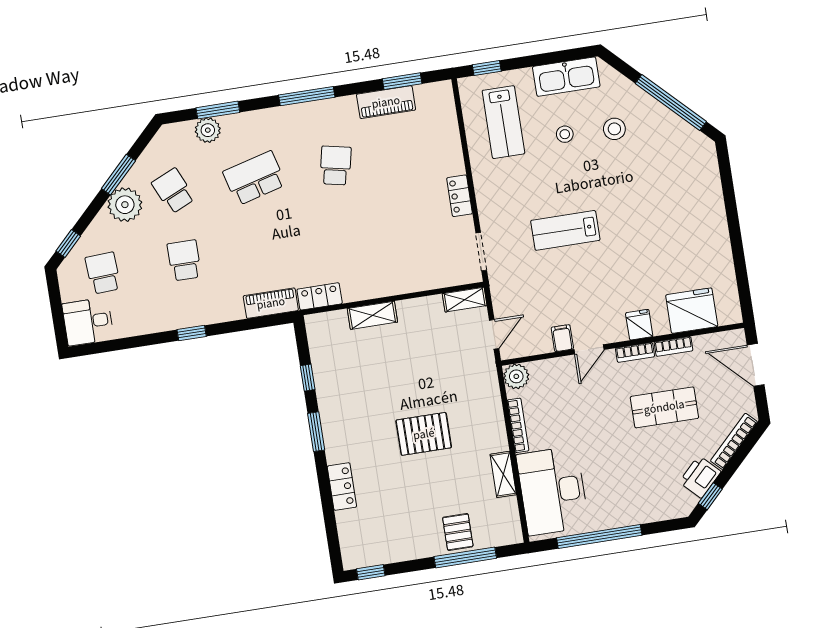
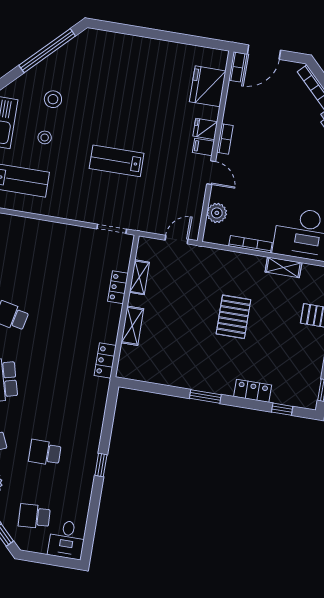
locker: (460, 196) -> (118, 287), moved, turned 90
lab bench: (565, 230) -> (117, 161), turned 90
shelving: (465, 300) -> (139, 277), moved
piano: (271, 303) -> (98, 399), removed
door: (494, 334) -> (177, 240), hinge flipped
filing cabinet: (562, 338) -> (203, 147), moved
bookcase: (673, 346) -> (237, 67), moved
plant: (516, 376) -> (217, 213), moved
window: (308, 378) -> (282, 409), moved
shop shelf: (664, 407) -> (273, 131), removed

